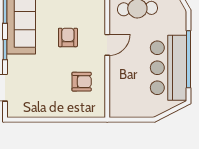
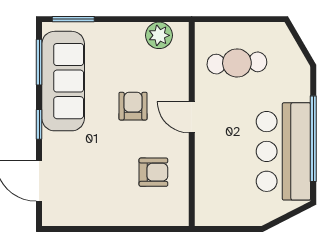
door: (107, 45) -> (192, 117), swing flipped

